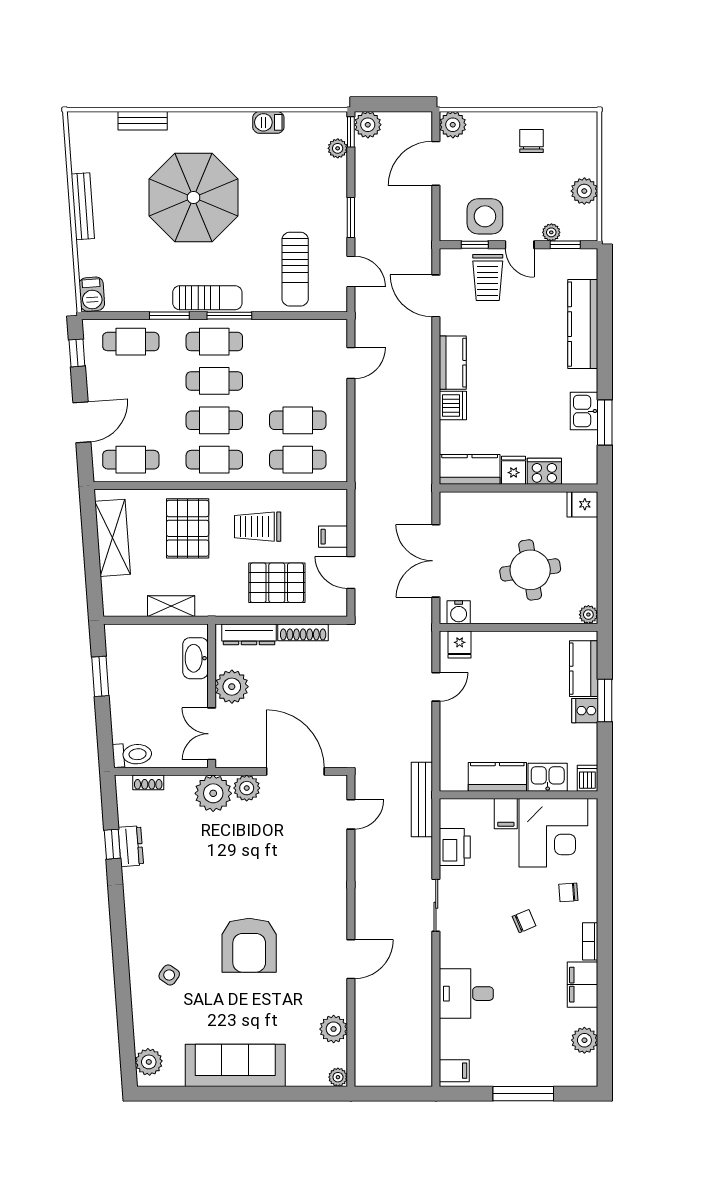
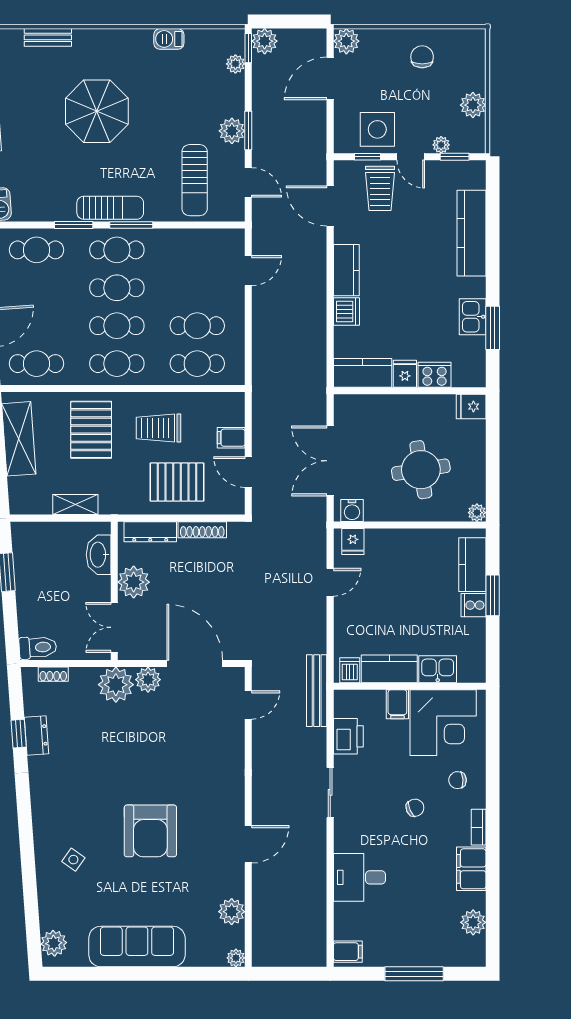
parasol: (194, 197) -> (97, 111), width x0.73, depth x0.73
plant: (334, 218) -> (232, 131), added
dishwasher: (587, 778) -> (350, 670), moved

